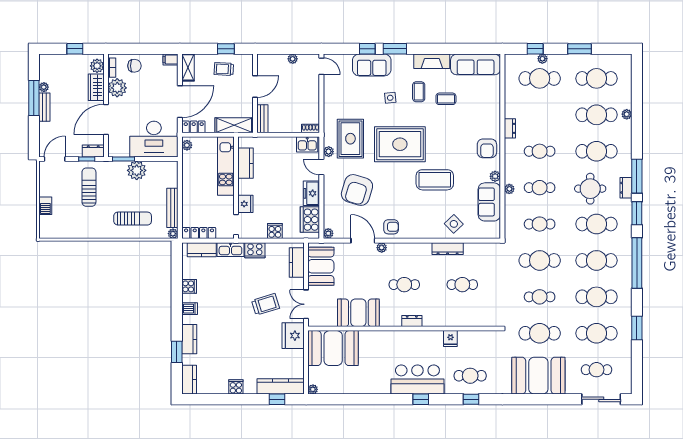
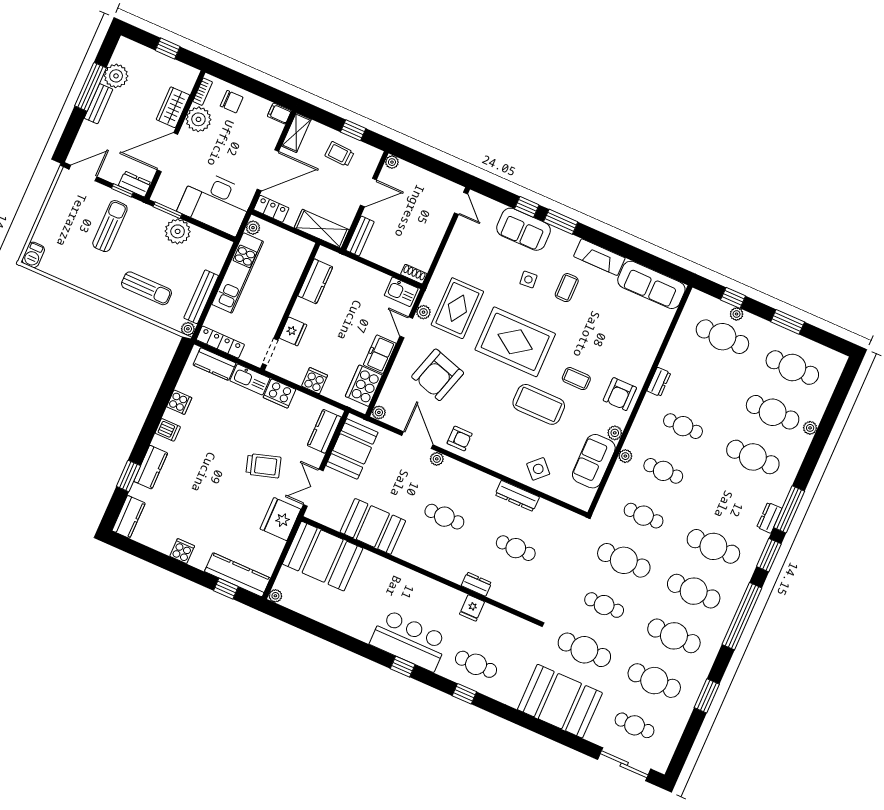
plant: (293, 59) -> (392, 162), moved
plant: (97, 66) -> (186, 81), removed
plant: (44, 87) -> (116, 76), width x1.87, depth x1.87
coffee table: (446, 99) -> (576, 379), moved
kitchen unit: (226, 166) -> (238, 273), moved, turned 180
round table: (590, 189) -> (725, 500), removed
barbecue: (45, 206) -> (33, 255), moved
dresser: (412, 321) -> (476, 584), moved

